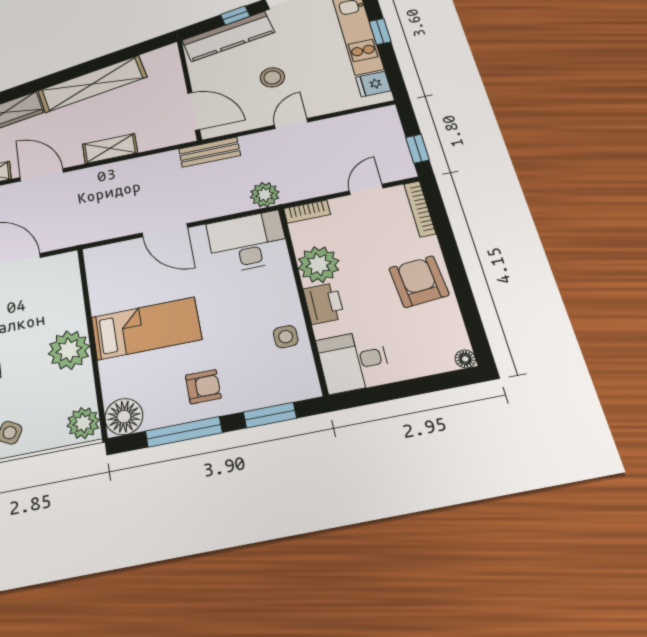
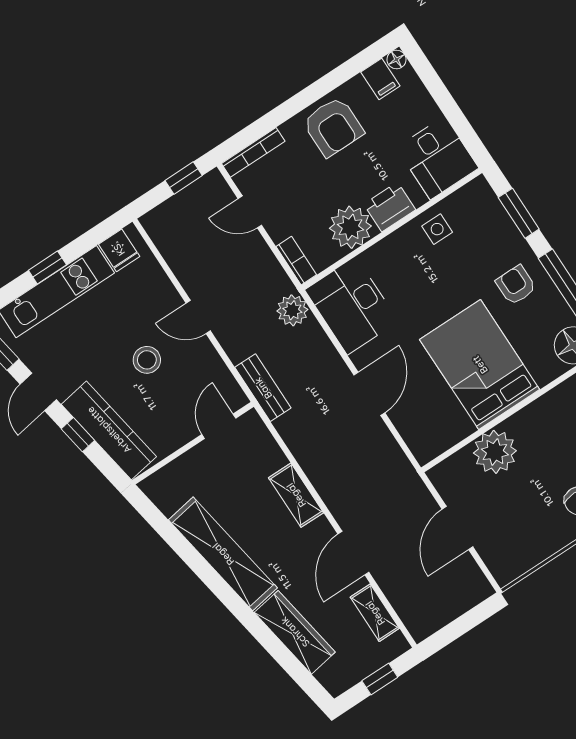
door: (194, 111) -> (219, 426), width x0.73
armchair: (419, 282) -> (333, 127), turned -85
bed: (146, 328) -> (480, 365), width x1.50
filing cabinet: (451, 338) -> (380, 79), added
plant: (69, 350) -> (495, 452), moved

